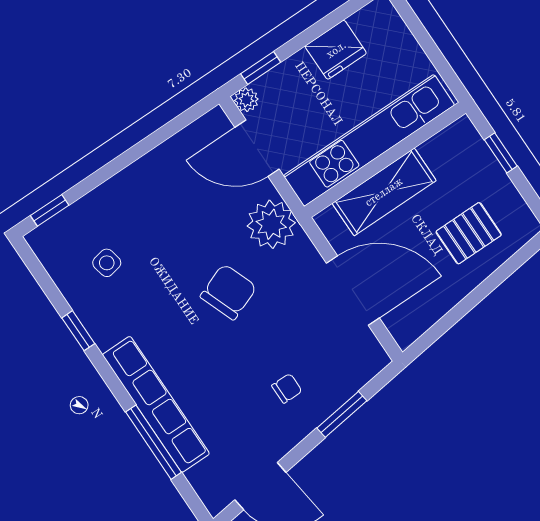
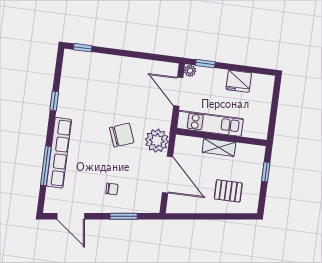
kitchen unit: (369, 140) -> (210, 123), width x0.73
shelving: (384, 192) -> (219, 147), width x0.67, depth x0.75
plant: (271, 224) -> (157, 141), moved
side table: (107, 263) -> (87, 85), removed

